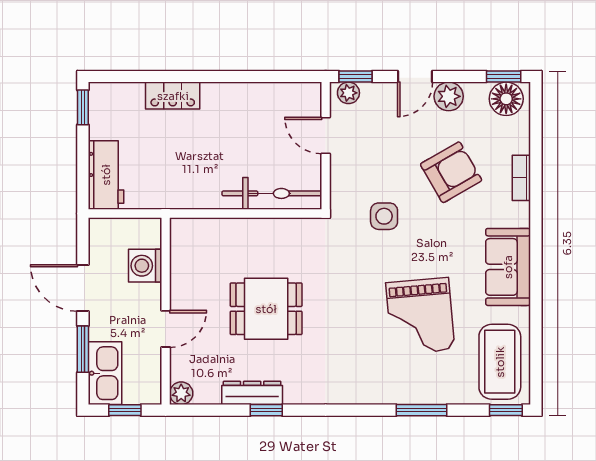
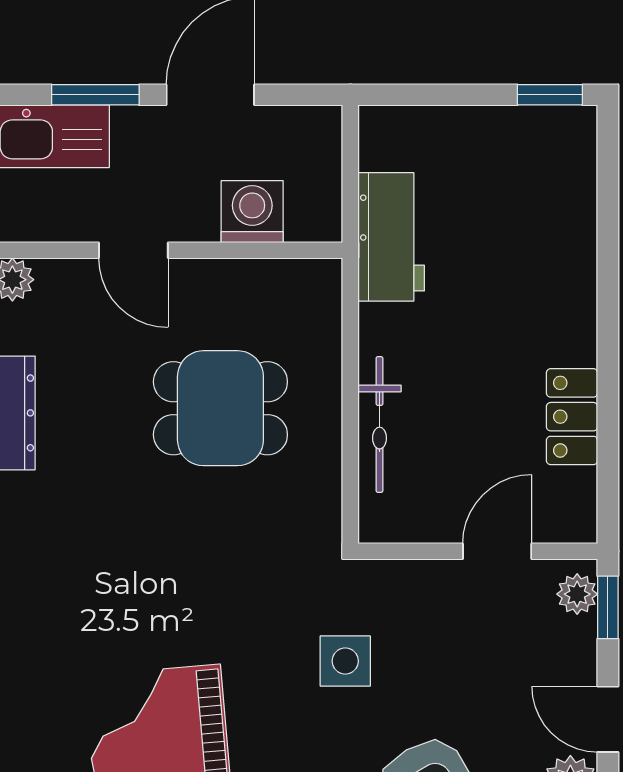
locker: (173, 96) -> (572, 417), moved
workbench: (106, 175) -> (391, 237), moved, turned -90
bicycle: (271, 193) -> (379, 424), width x0.73, depth x0.71
dining table: (266, 309) -> (220, 408), moved, turned 90

